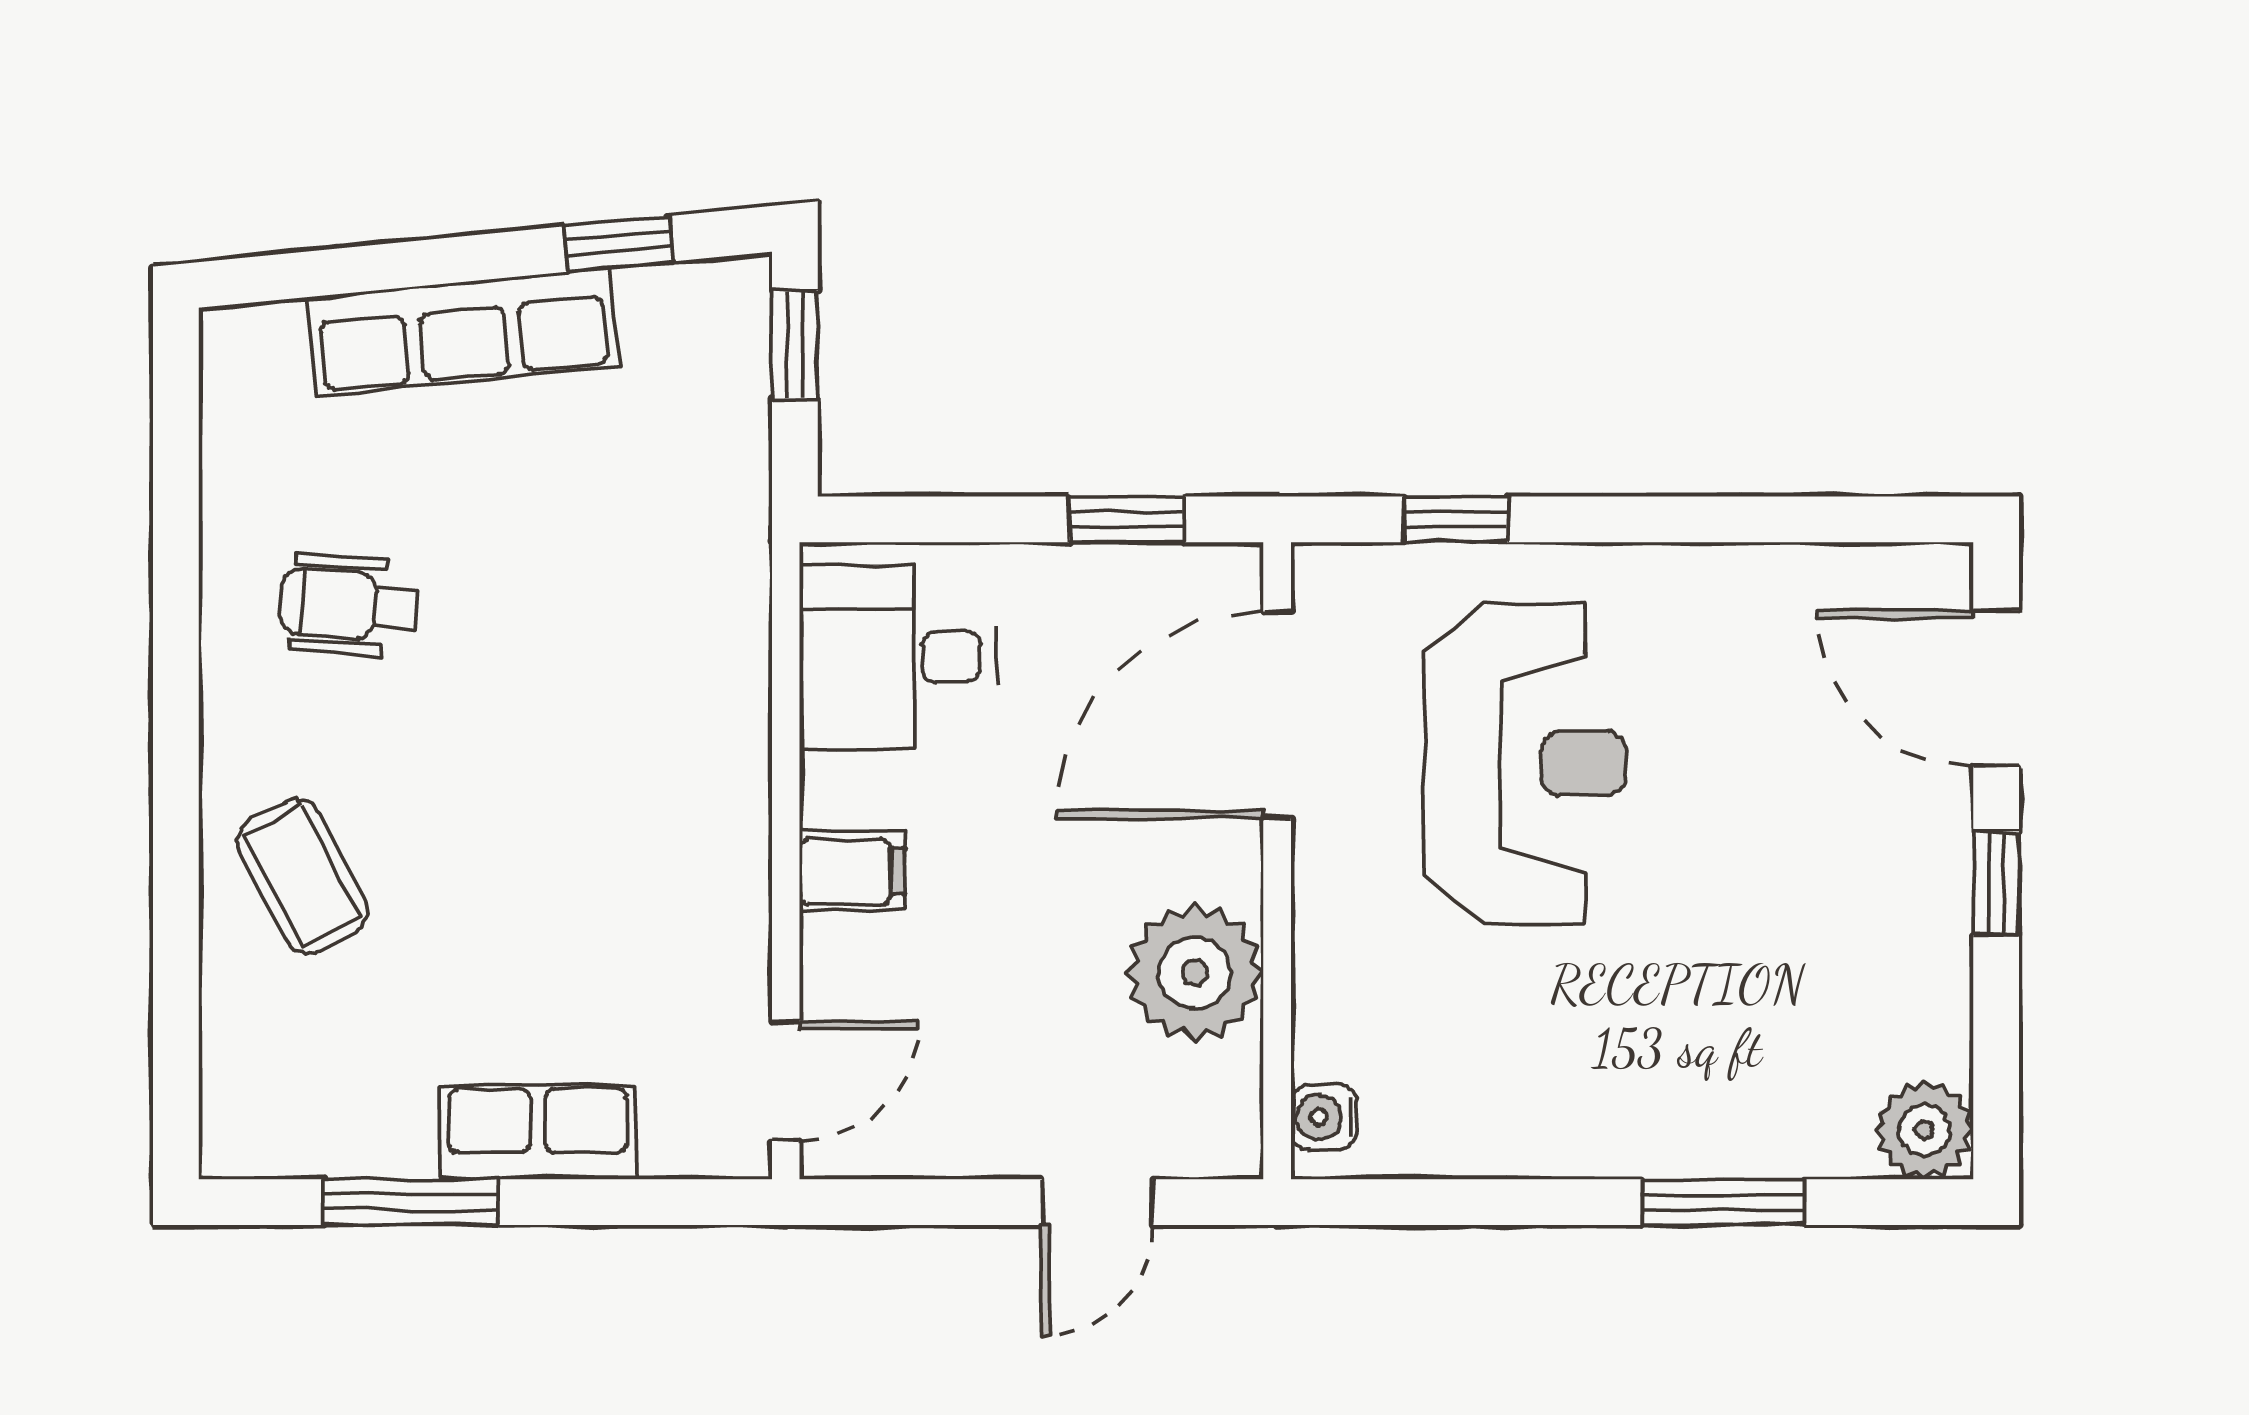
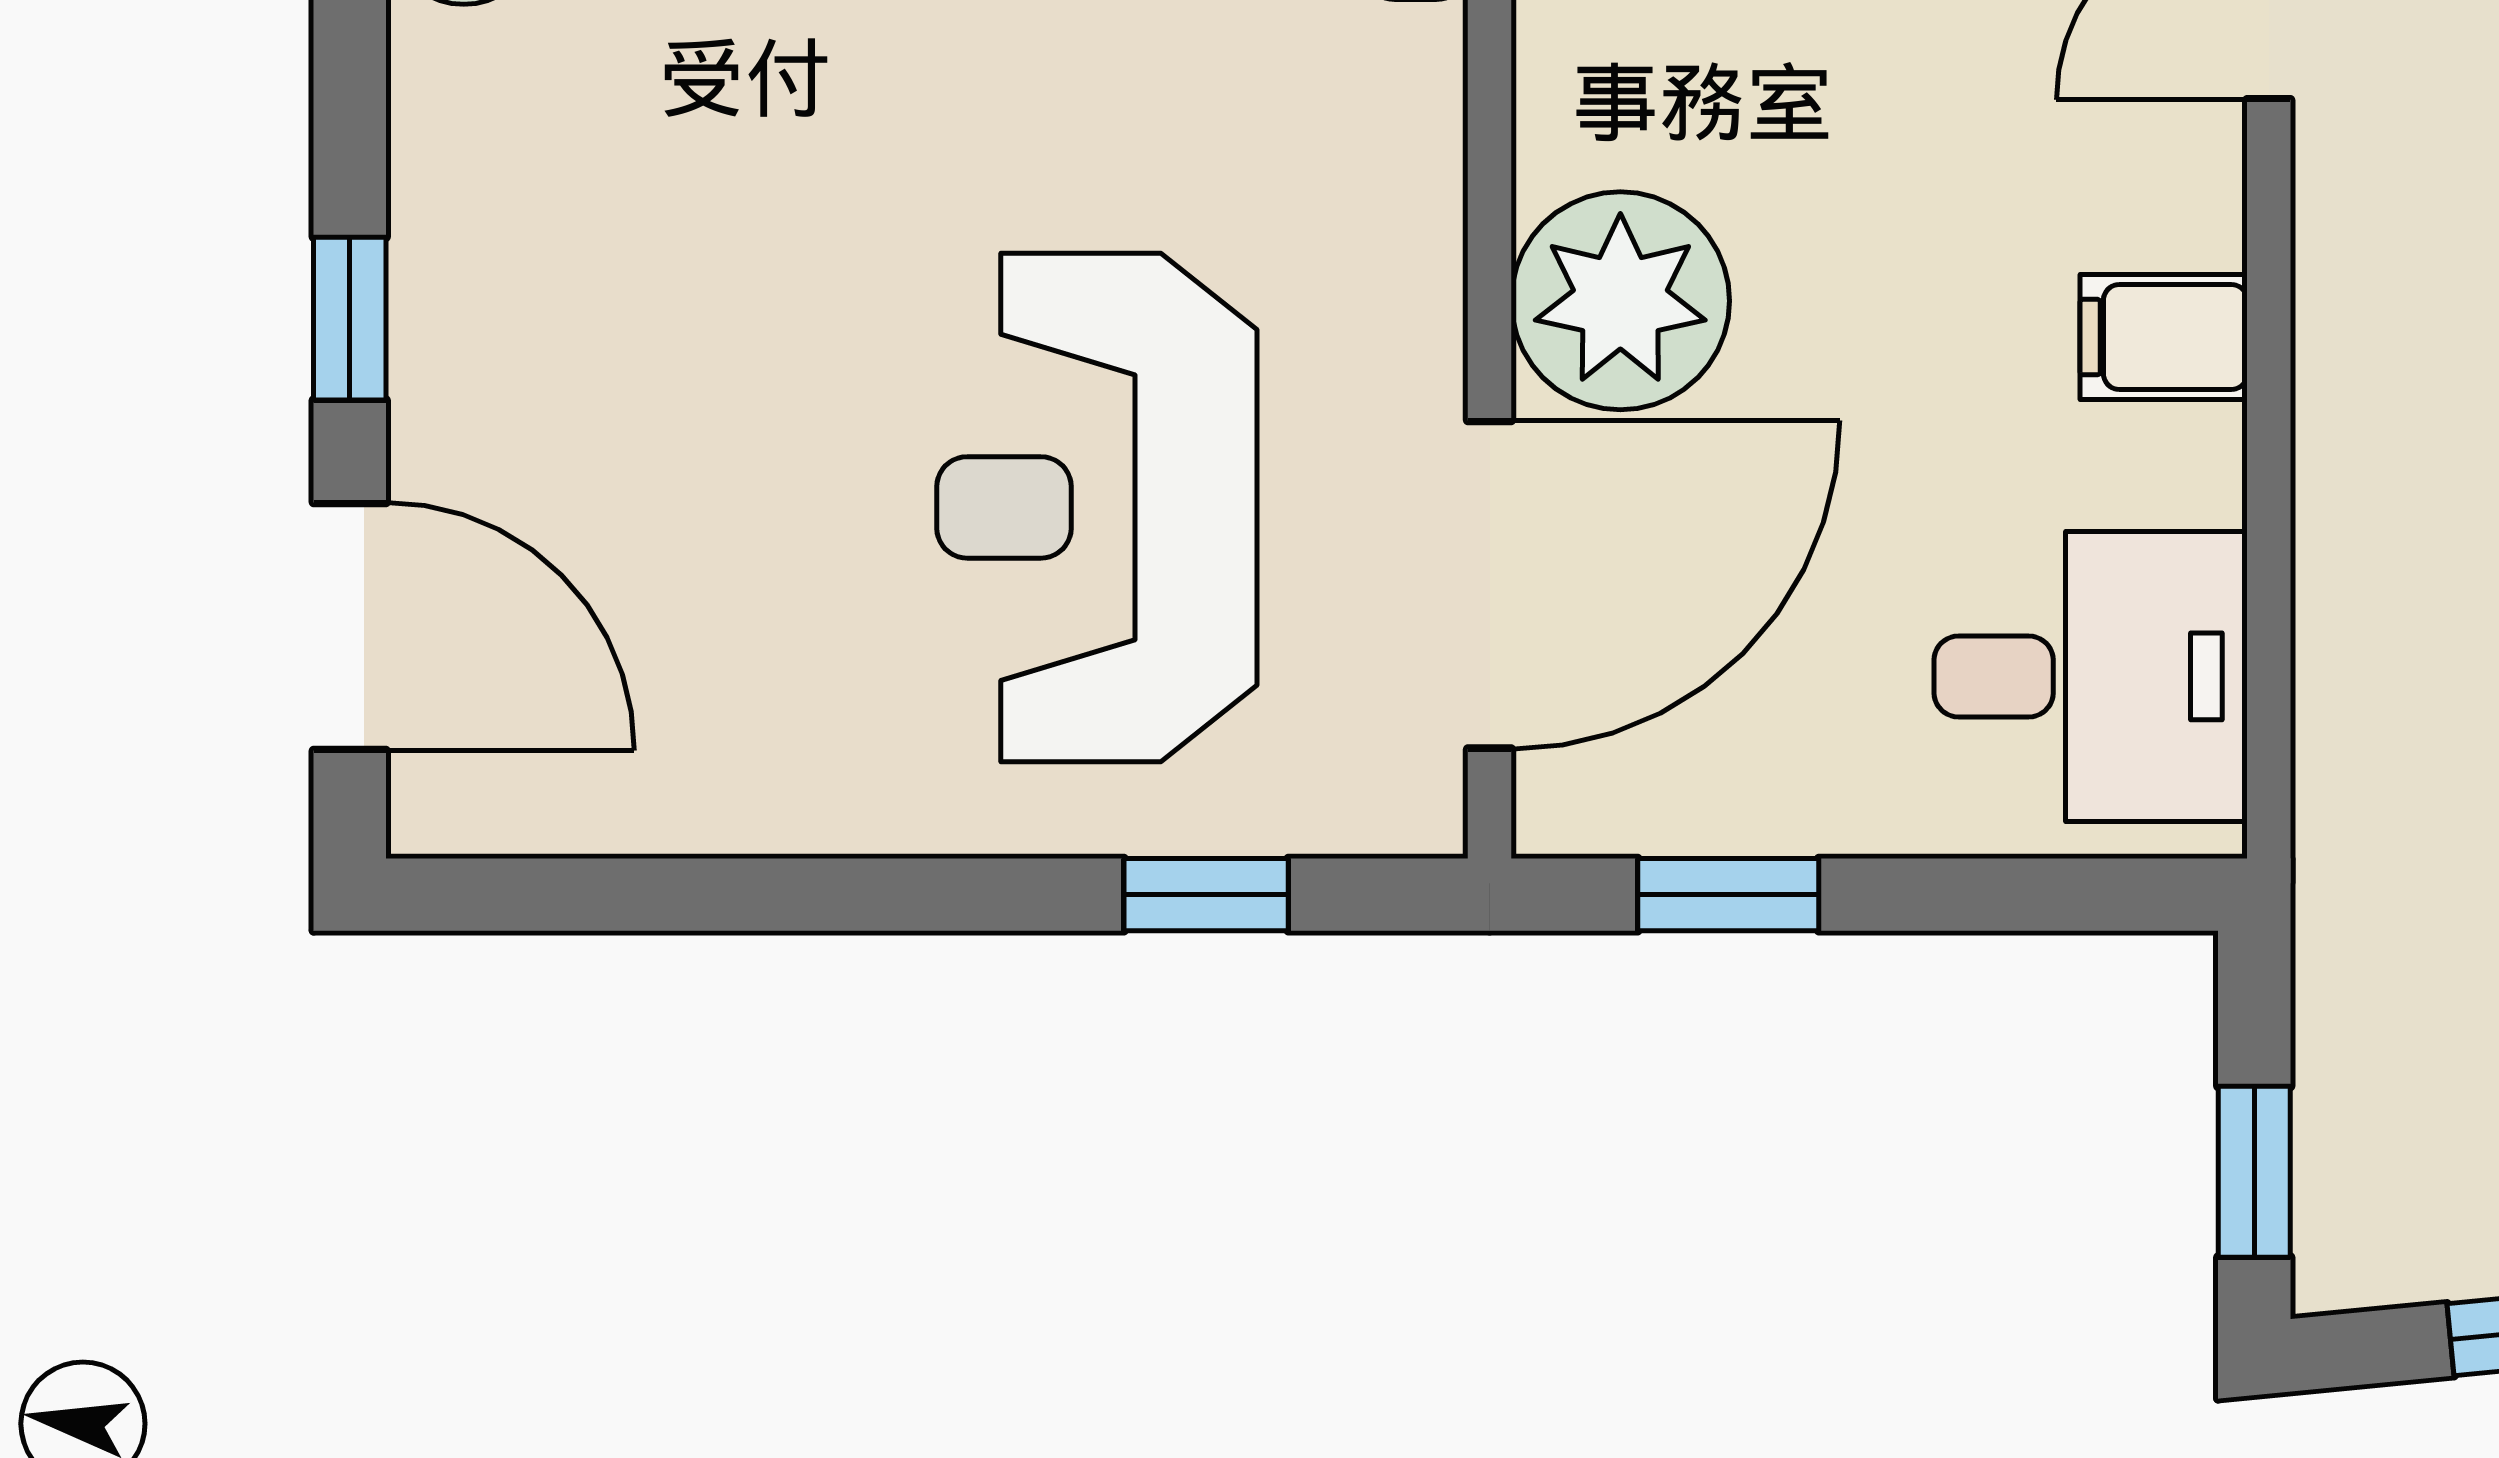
plant: (1195, 973) -> (1620, 301), moved

